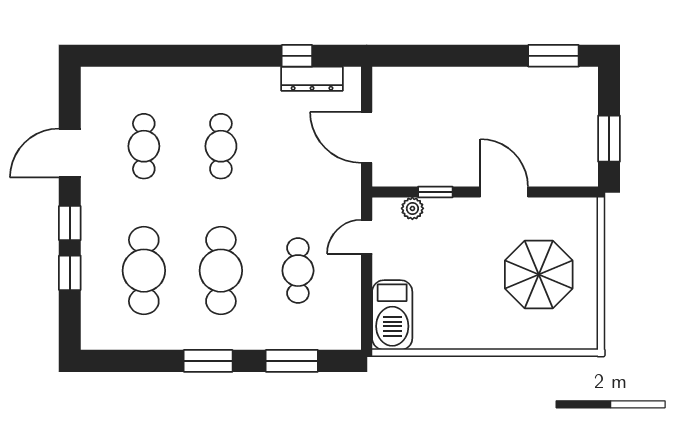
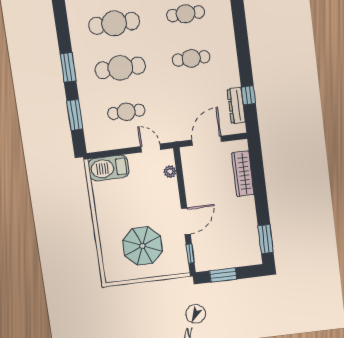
wardrobe: (432, 82) -> (243, 174), added
window: (435, 192) -> (190, 254), moved

